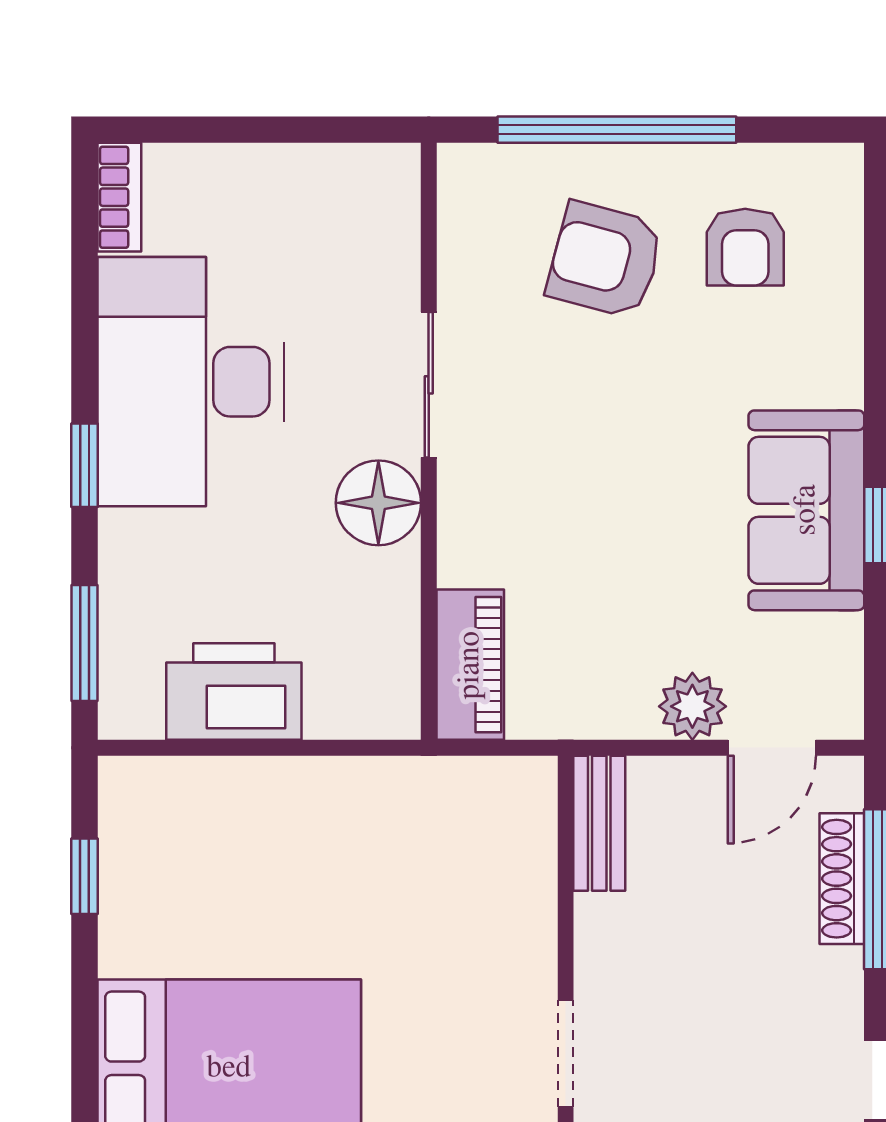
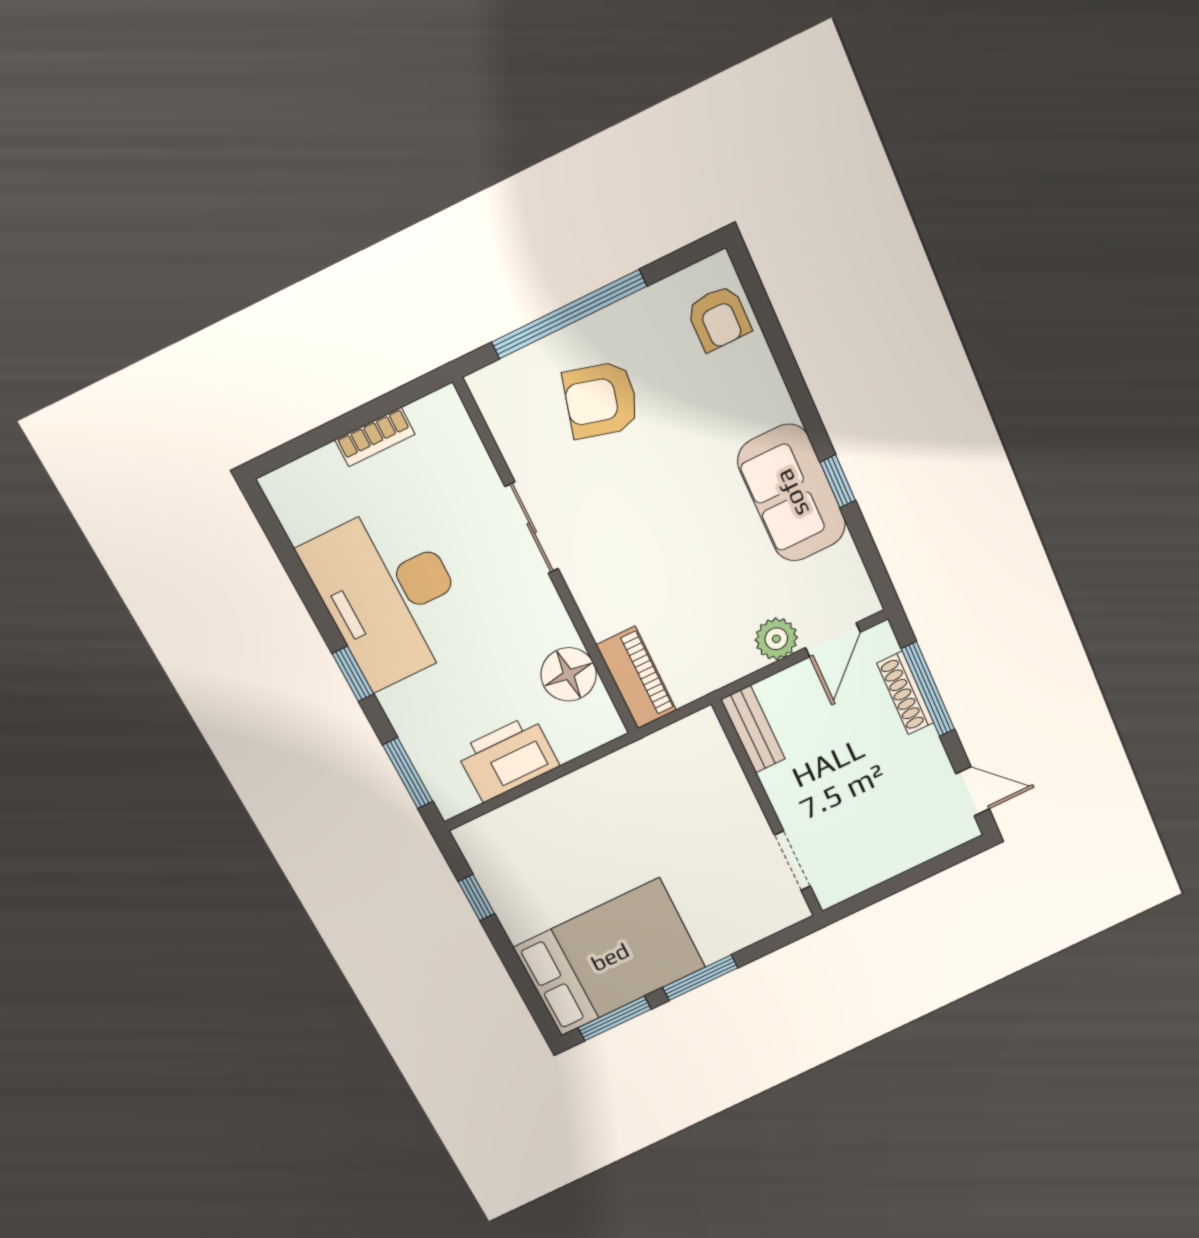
bookcase: (119, 197) -> (375, 437), moved, turned 90
armchair: (745, 247) -> (719, 318), moved
floor lamp: (378, 503) -> (569, 674), moved

